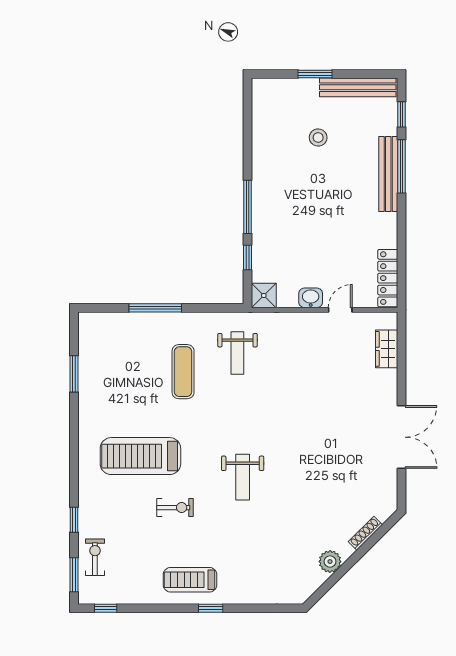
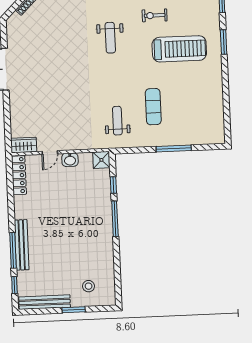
stool: (318, 138) -> (89, 286), moved
wardrobe: (387, 349) -> (24, 145), moved, turned -90
window: (74, 374) -> (224, 42), moved
weight bench: (243, 477) -> (110, 38), turned 180

